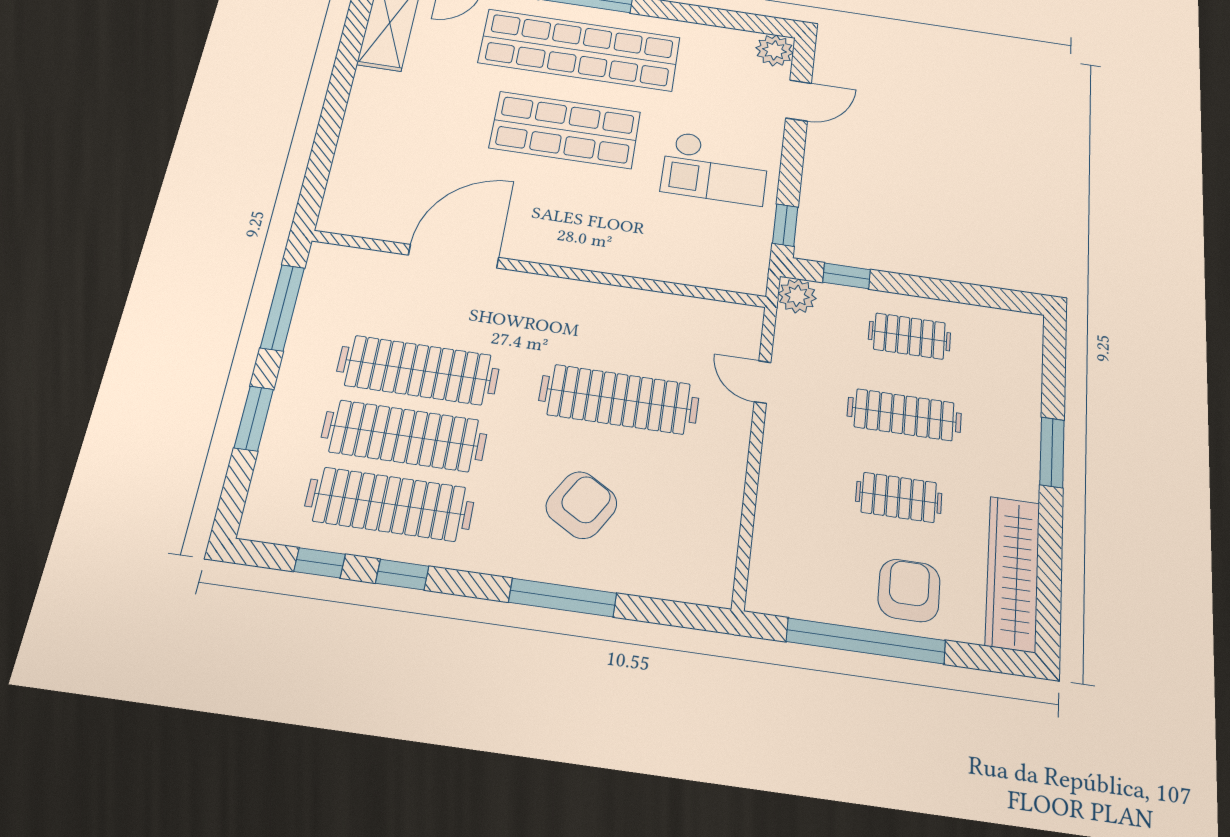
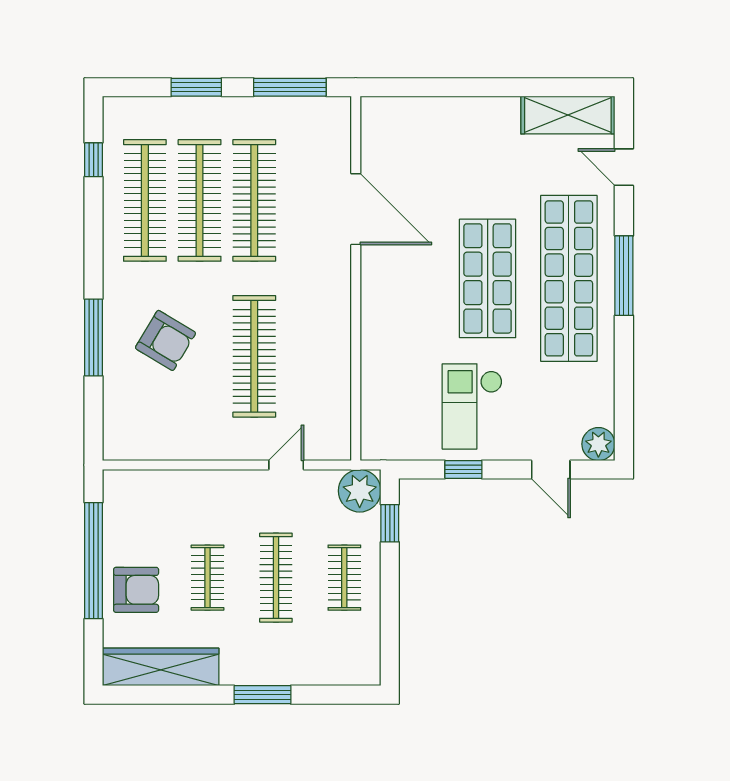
window: (785, 225) -> (463, 469), moved
plant: (797, 296) -> (360, 491), width x1.36, depth x1.36
window: (402, 575) -> (94, 220), removed

